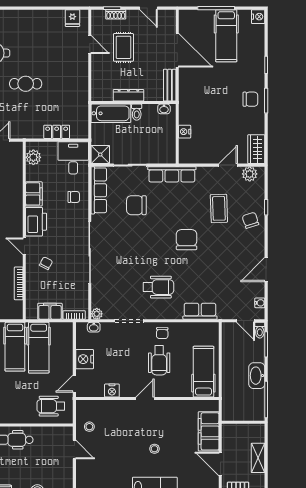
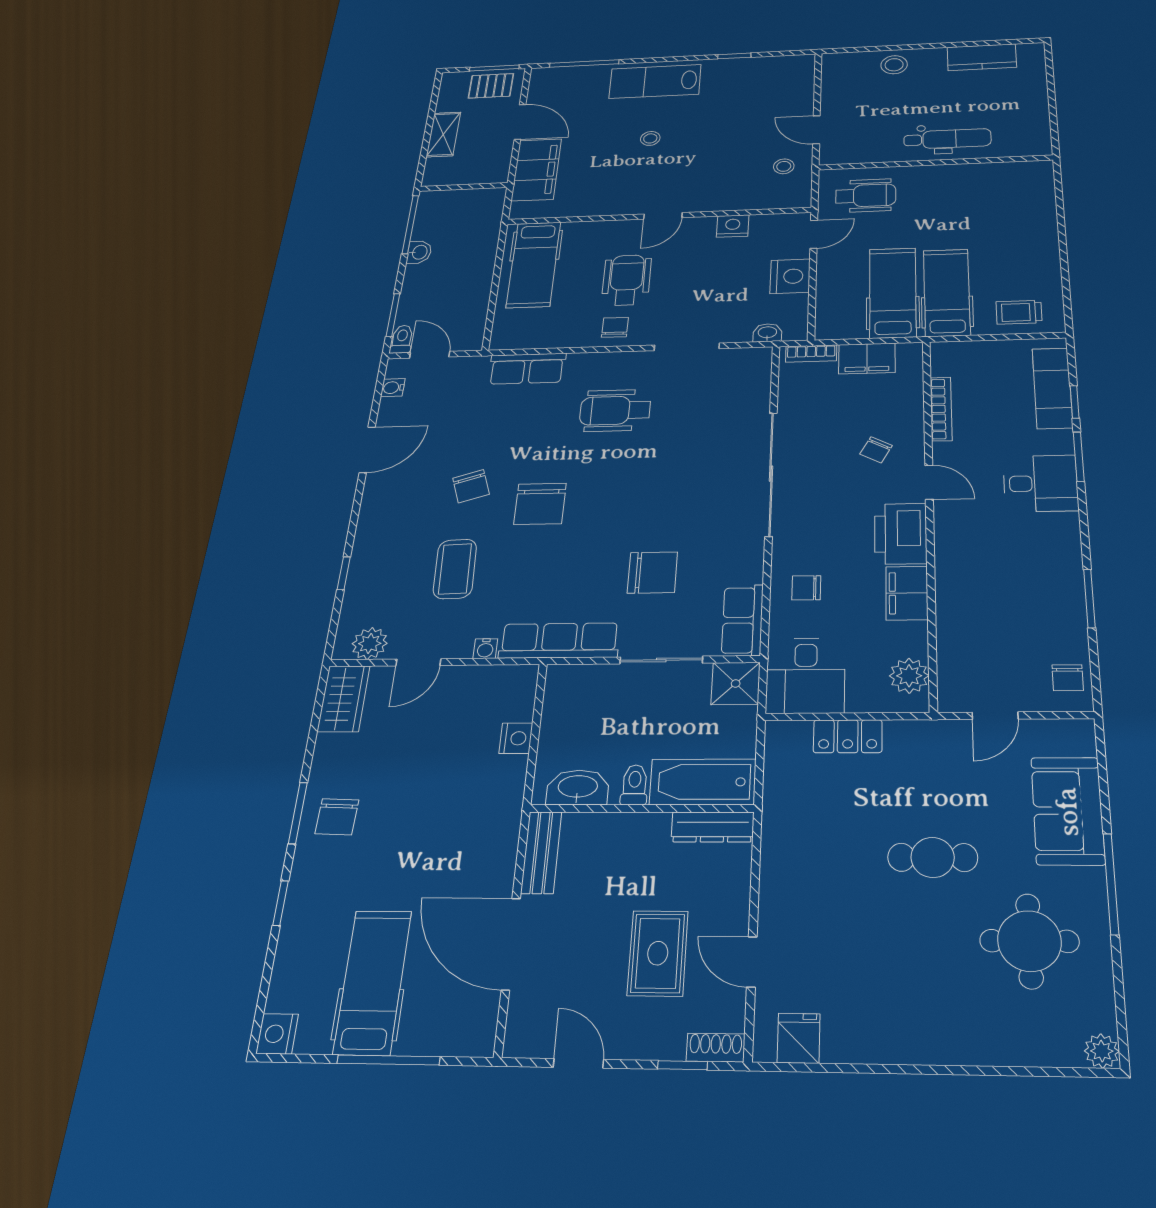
shoe rack: (116, 14) -> (716, 1048), moved
dresser: (128, 95) -> (713, 827), moved
chair: (250, 99) -> (337, 817), turned -88
washbasin: (164, 109) -> (578, 787), width x1.91, depth x1.45
water cooler: (201, 171) -> (485, 649), added
row of seats: (99, 190) -> (742, 620), width x0.68
chair: (250, 220) -> (471, 486), moved
plant: (97, 314) -> (760, 357), removed
washbasin: (257, 376) -> (419, 252), width x0.52, depth x0.69

